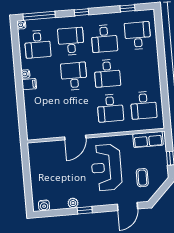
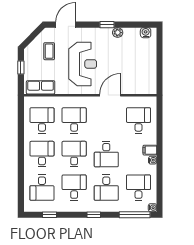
desk: (141, 70) -> (42, 154), added
desk: (44, 114) -> (138, 120), added

